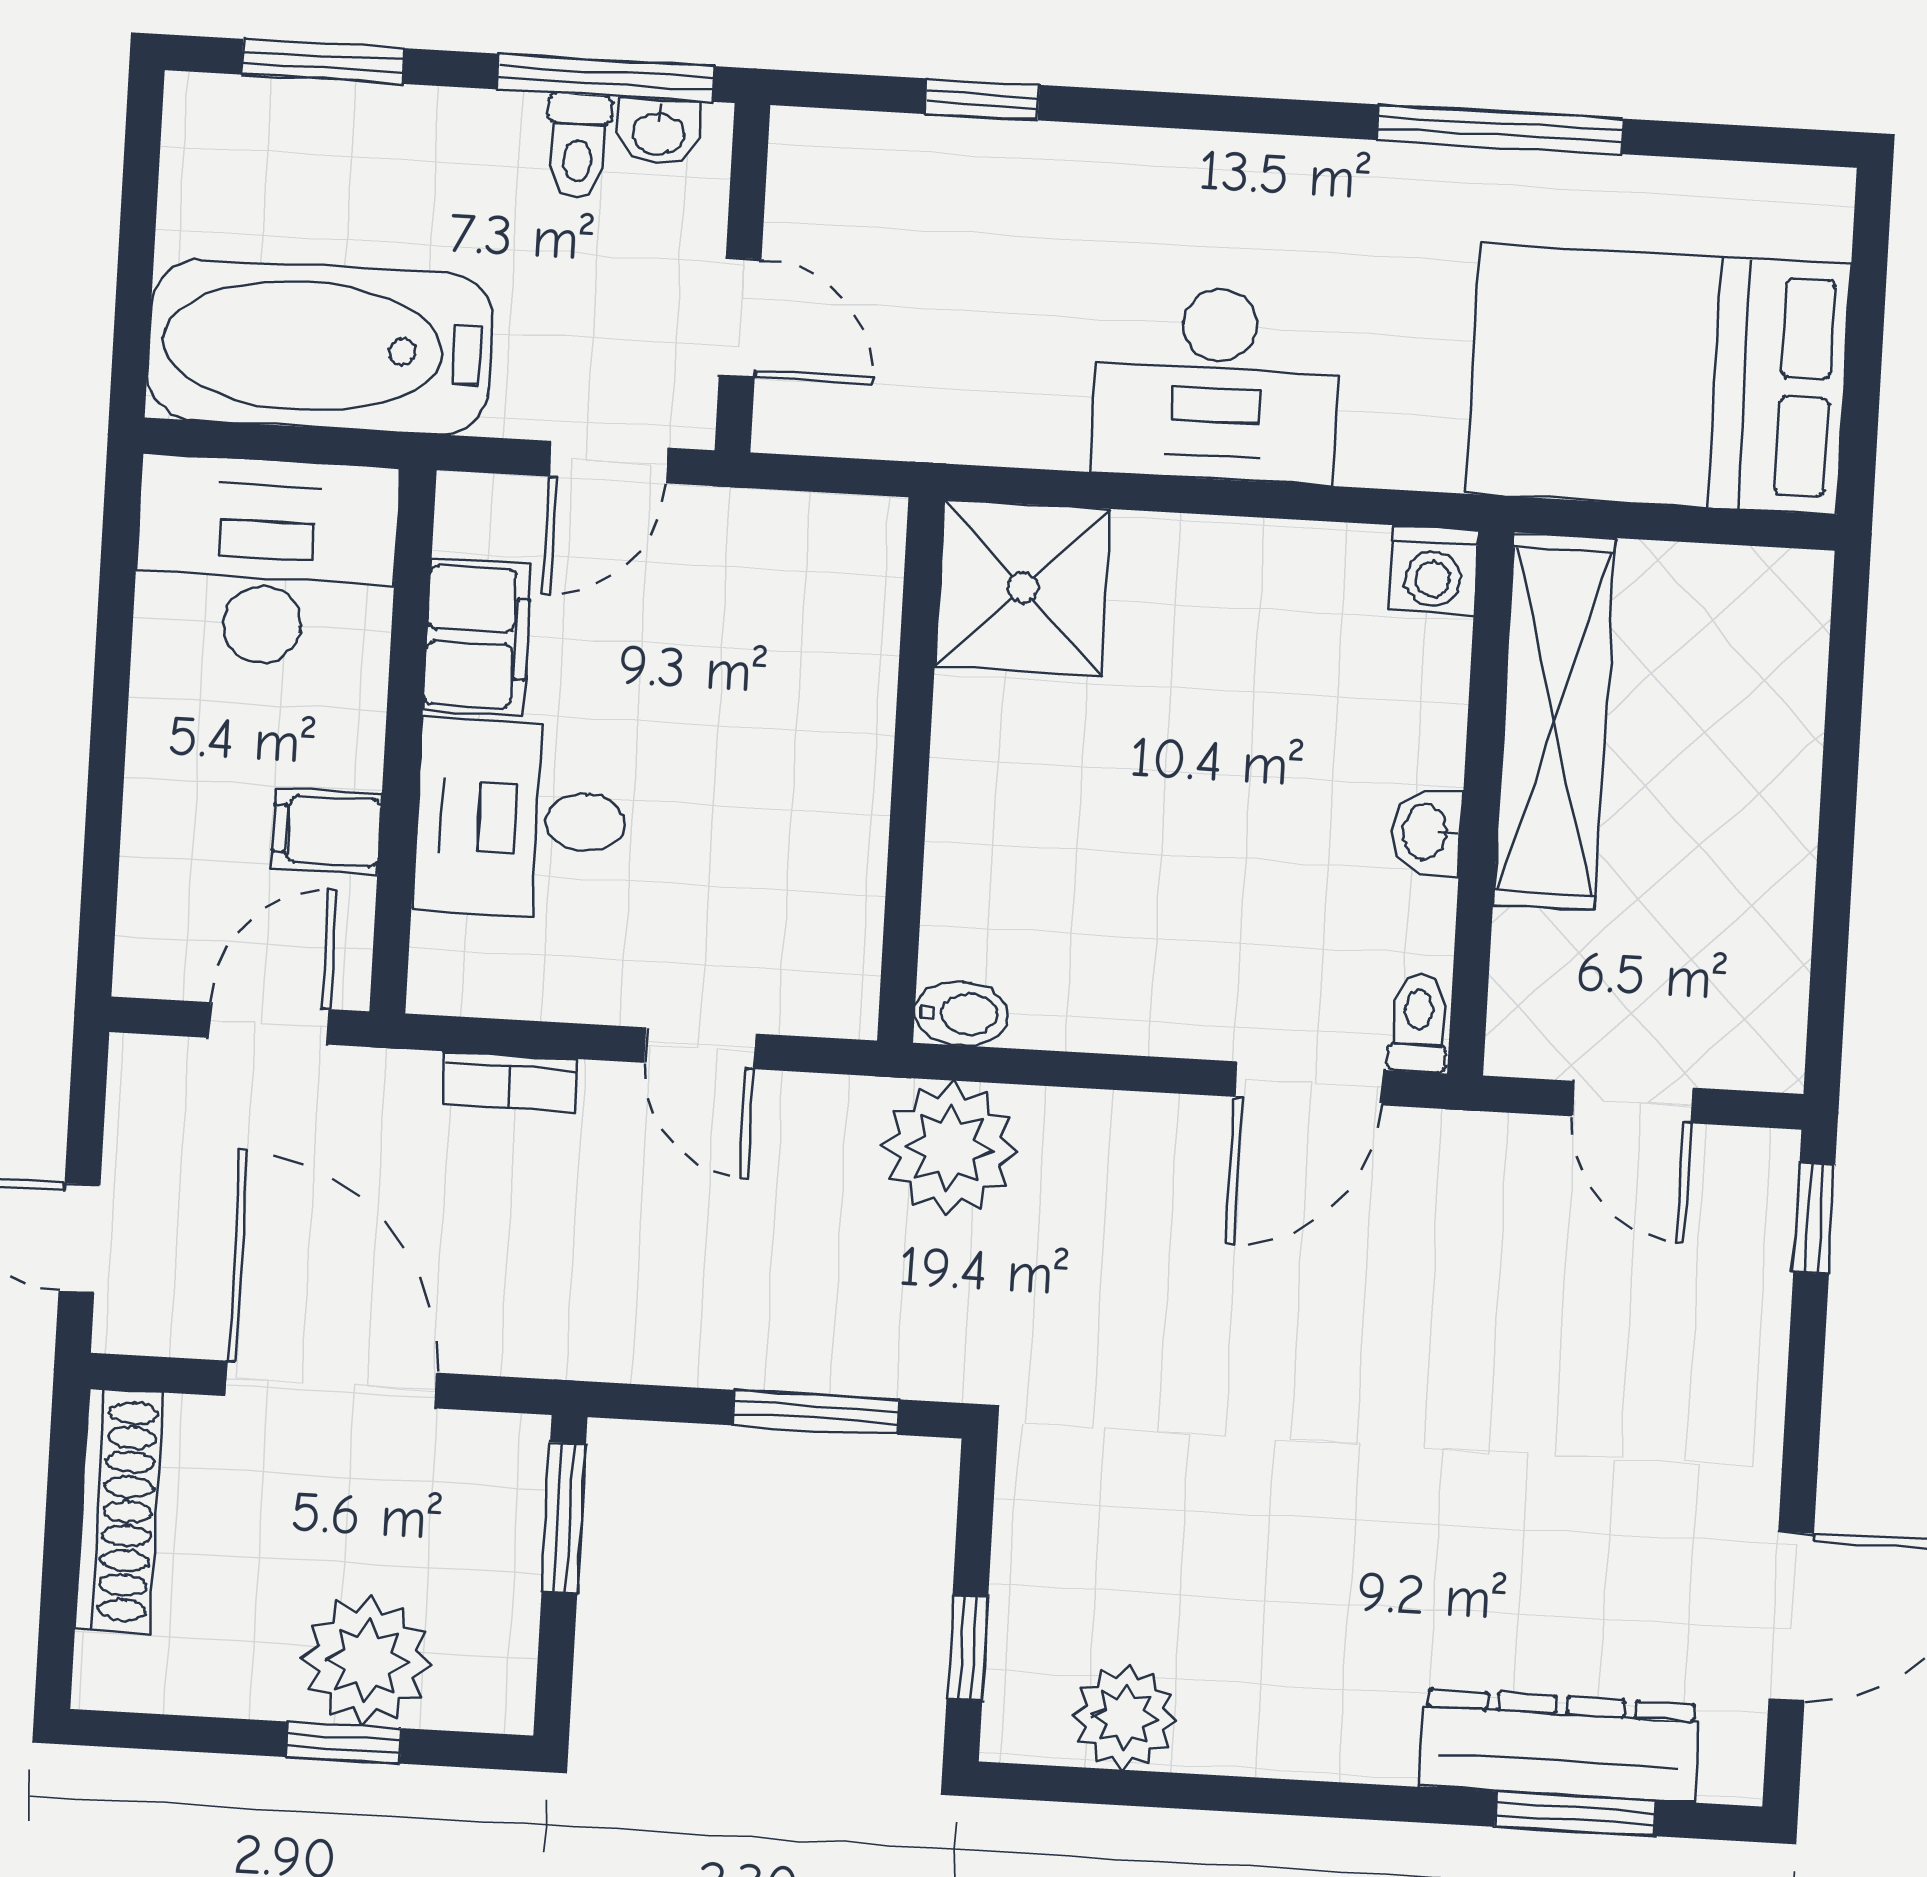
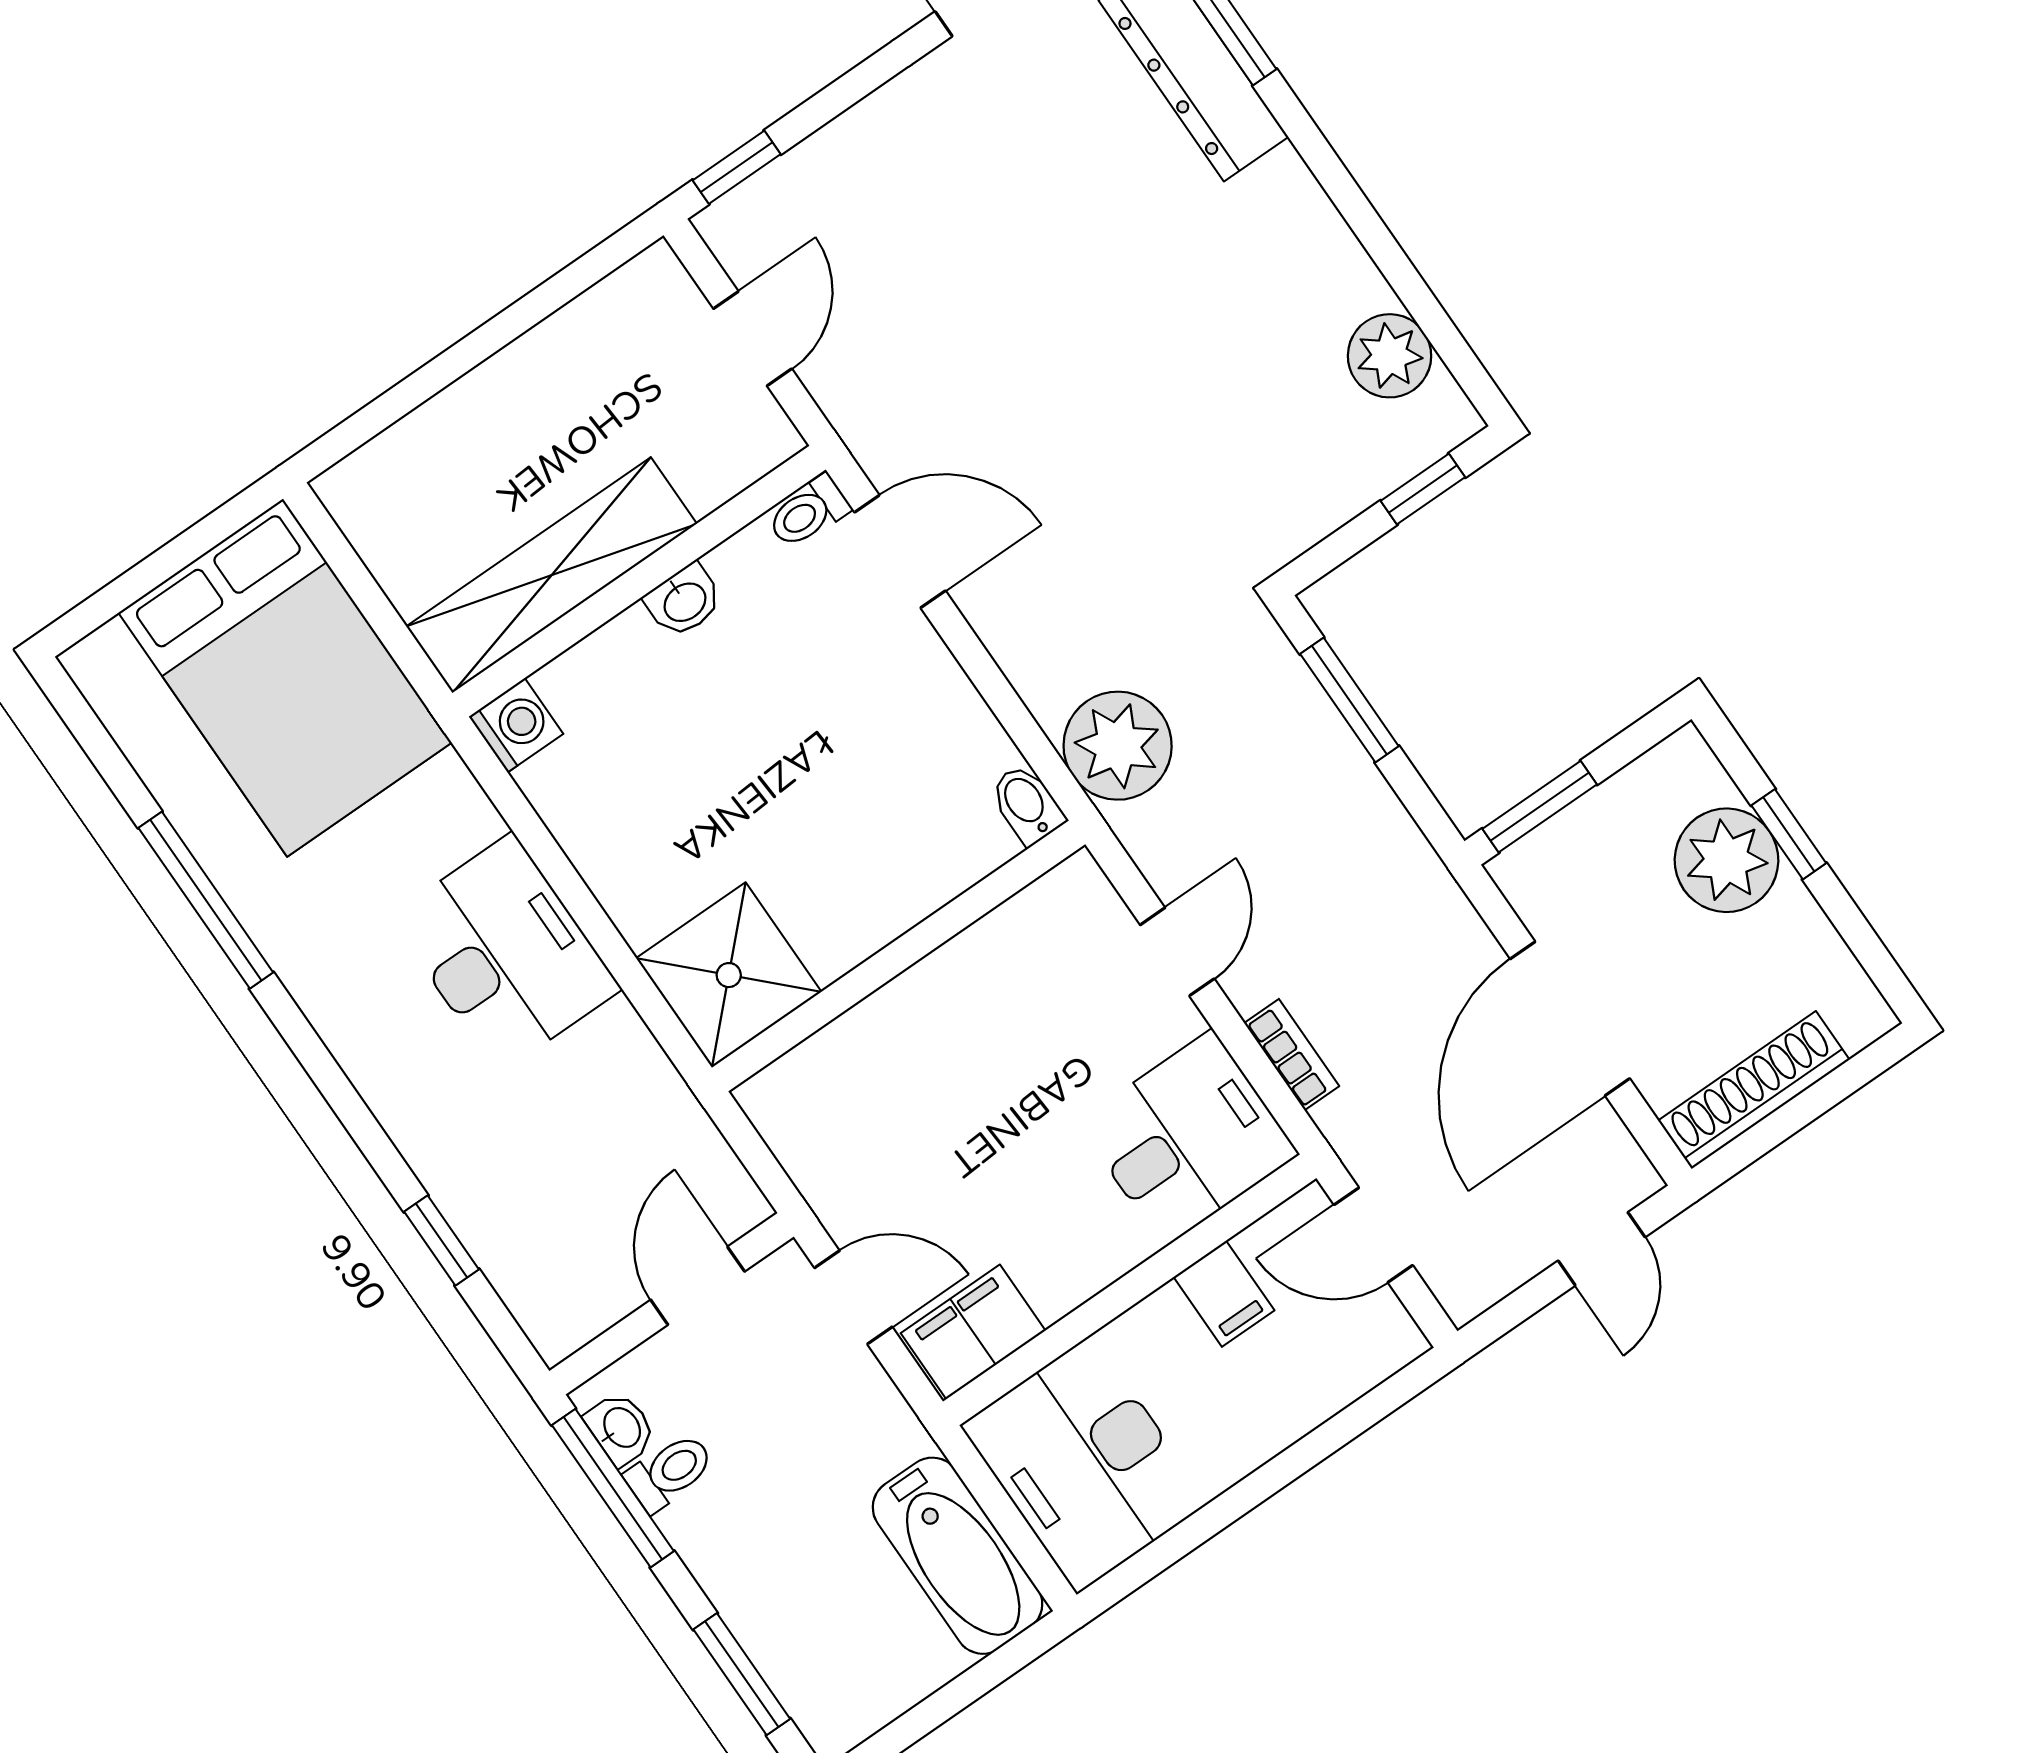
bathtub: (320, 347) -> (958, 1556), width x0.73, depth x0.73
filing cabinet: (477, 637) -> (973, 1332), moved
desk: (521, 819) -> (1188, 1138), moved, turned -90

